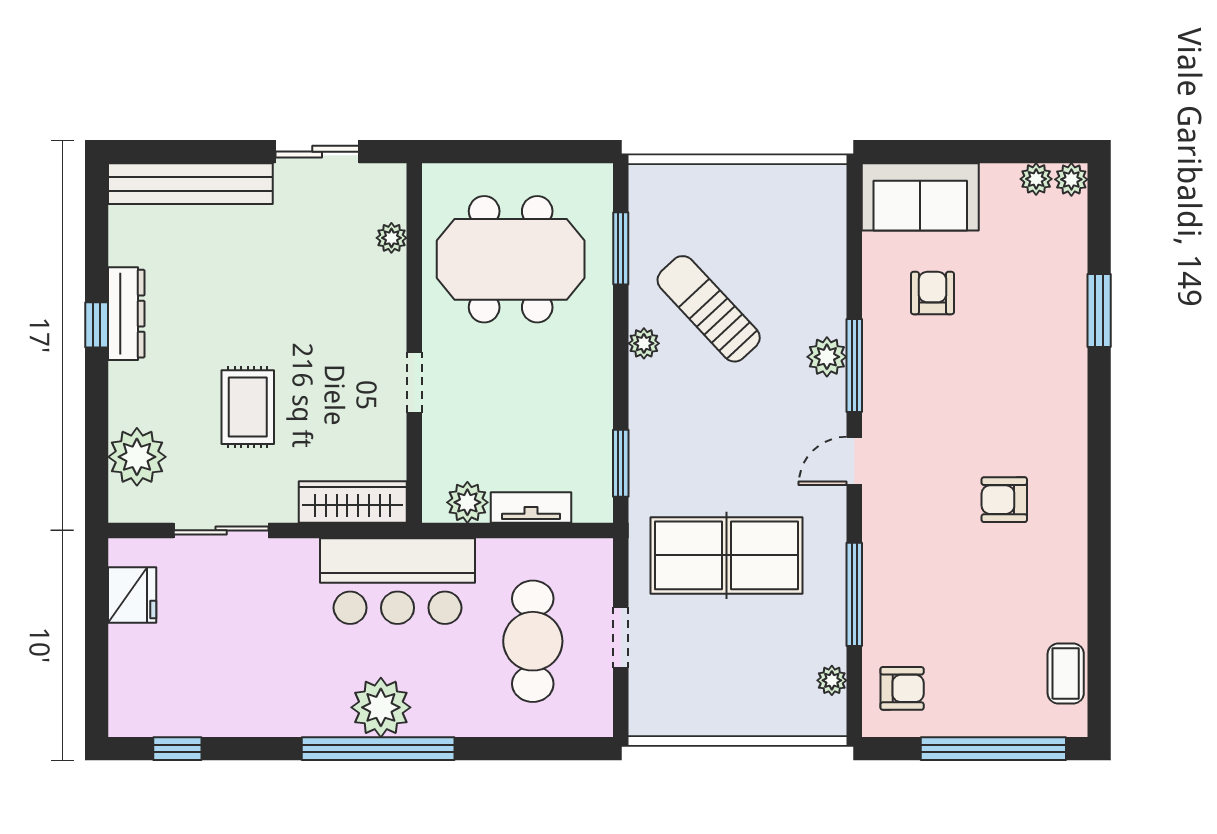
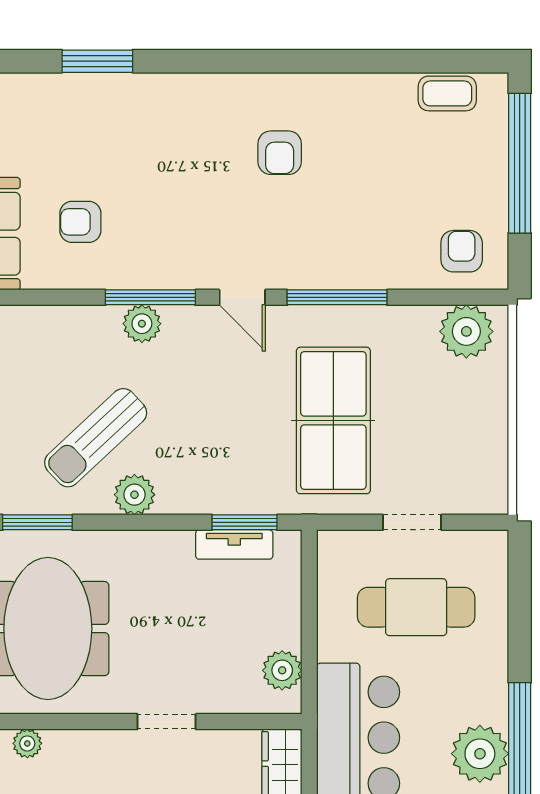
plant: (644, 343) -> (134, 495), width x1.38, depth x1.38
tv unit: (531, 508) -> (234, 544), moved, turned -90
window: (854, 594) -> (337, 297), moved
plant: (832, 680) -> (466, 331), width x1.87, depth x1.87

